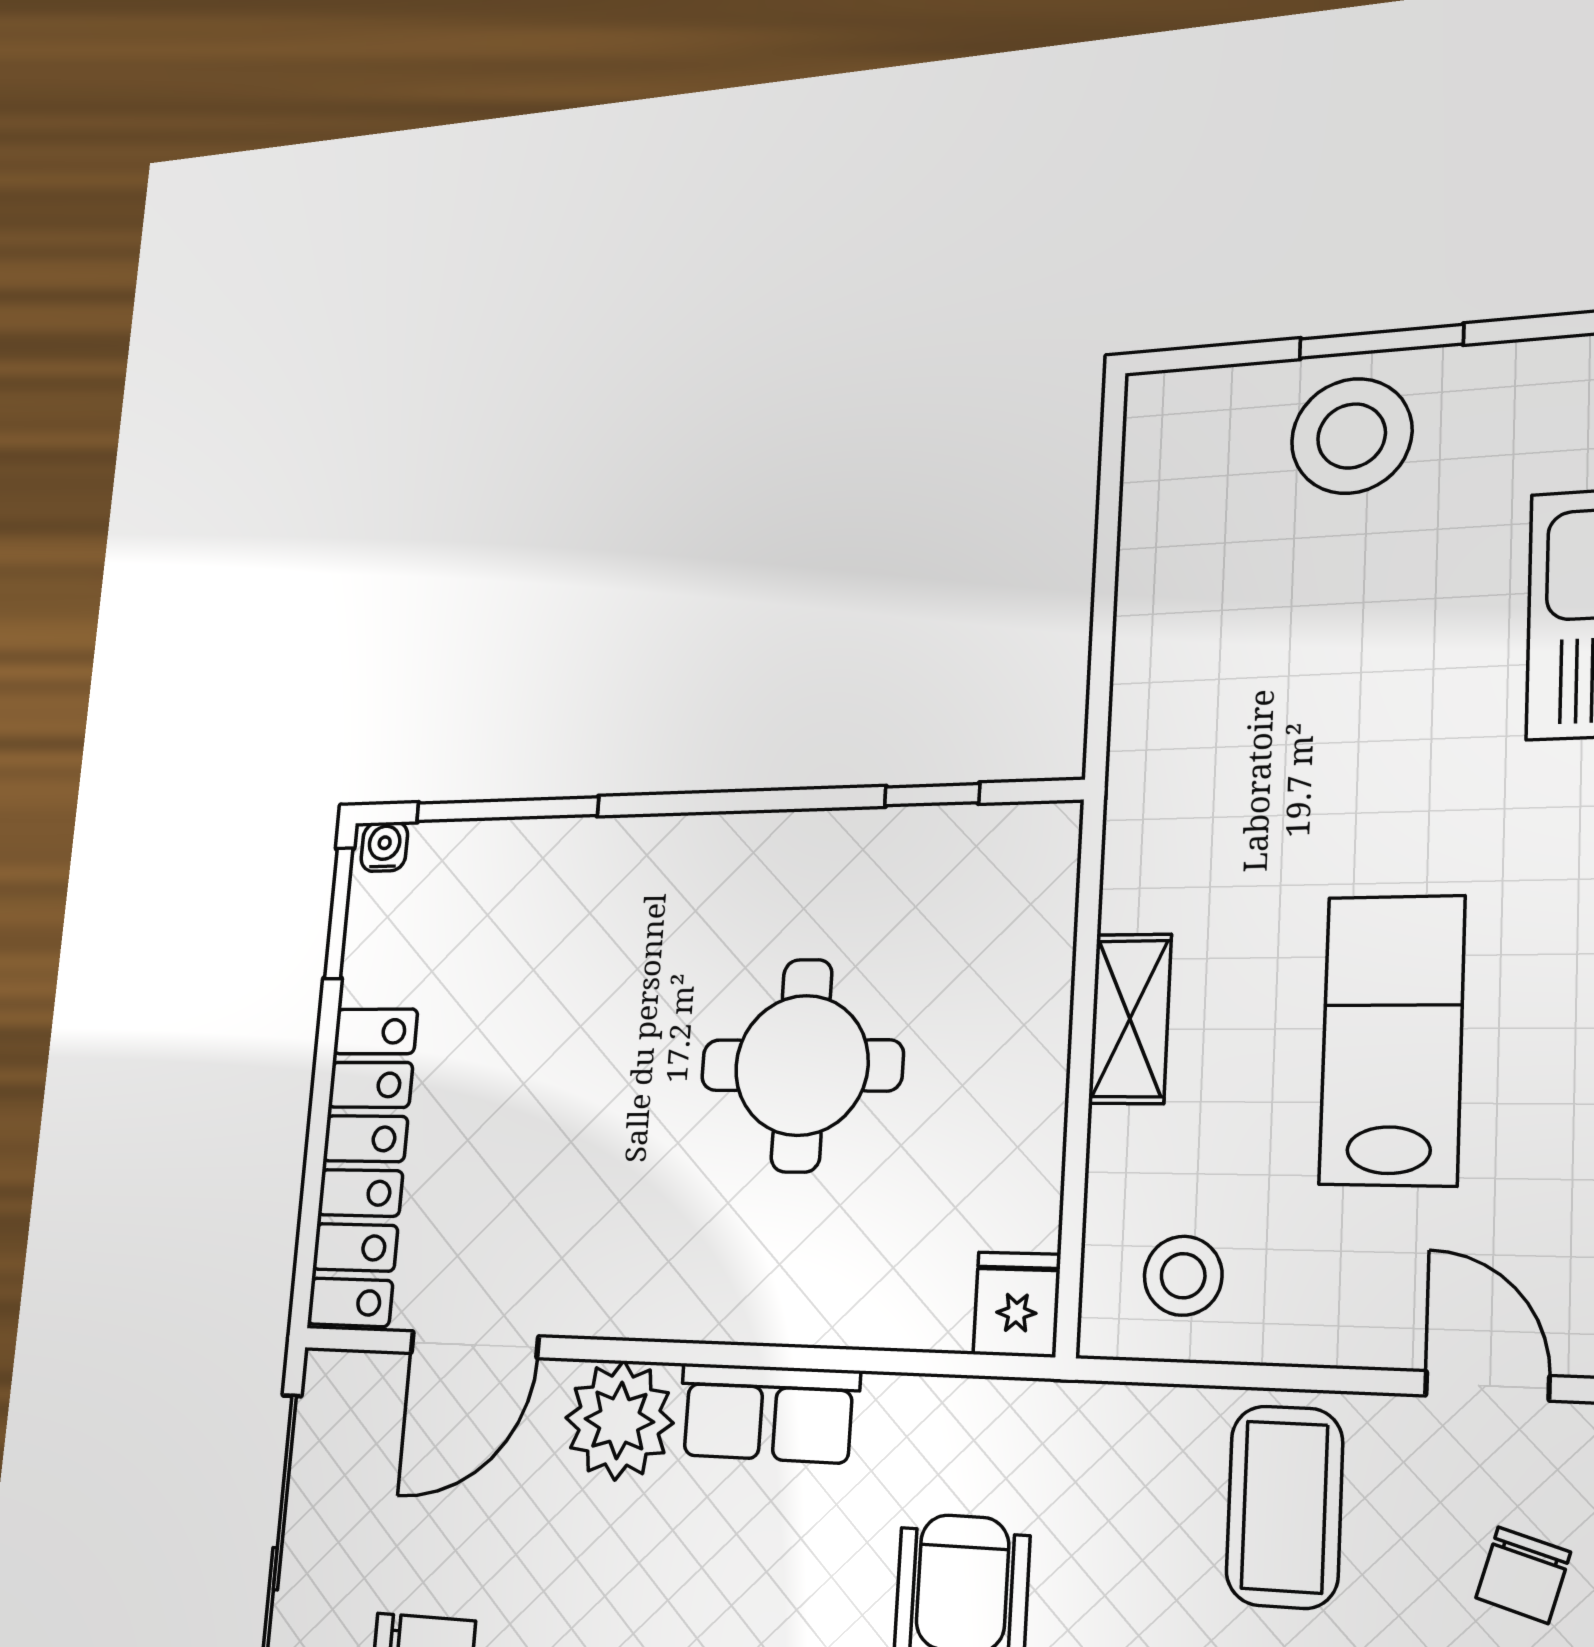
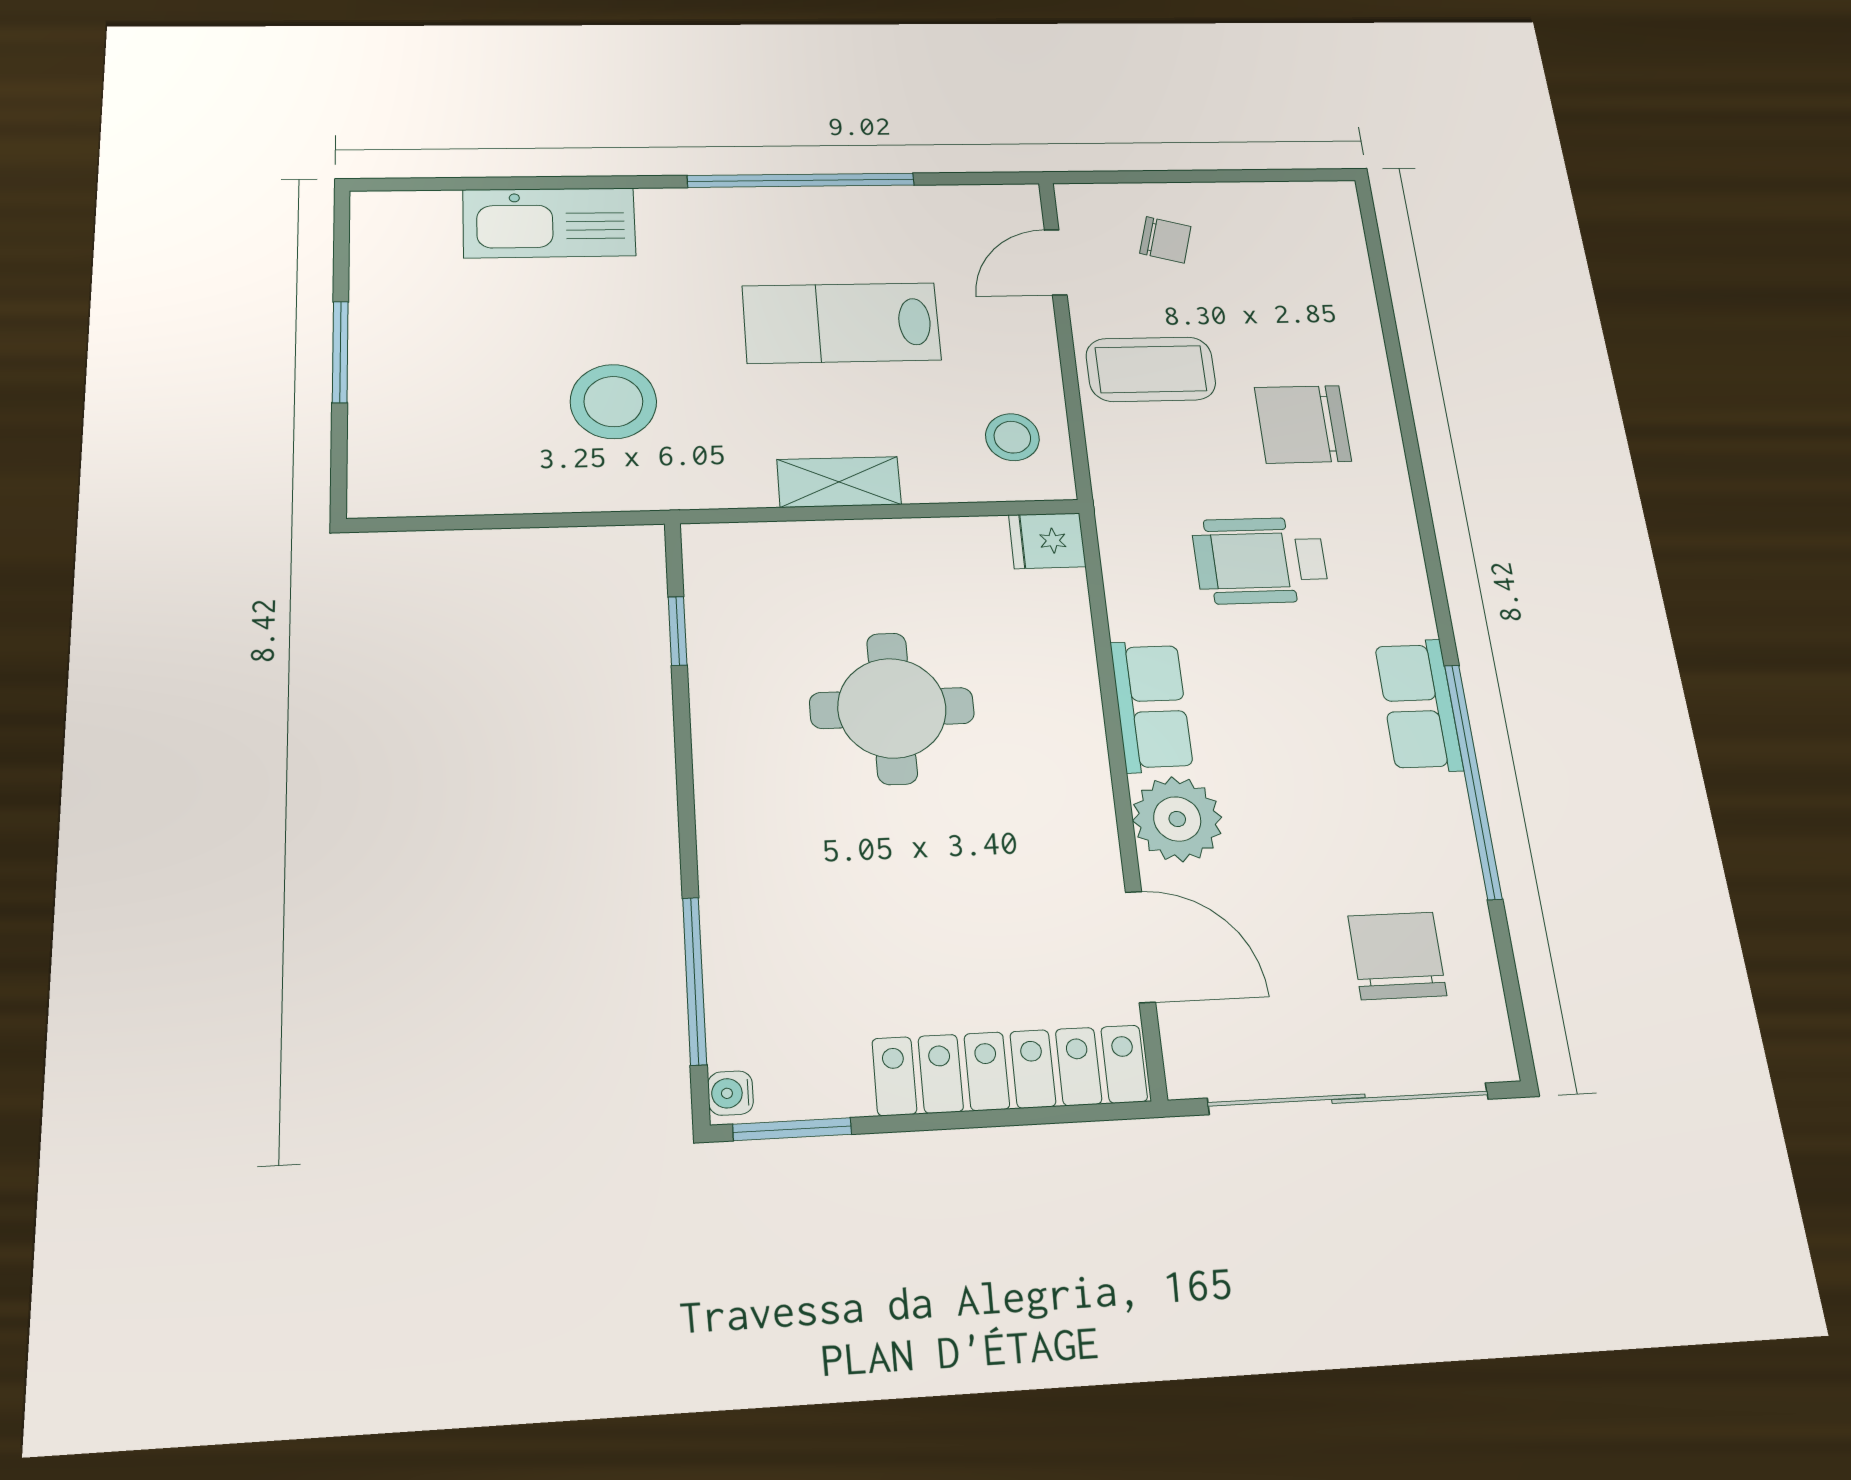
stool: (1352, 436) -> (613, 402), moved

